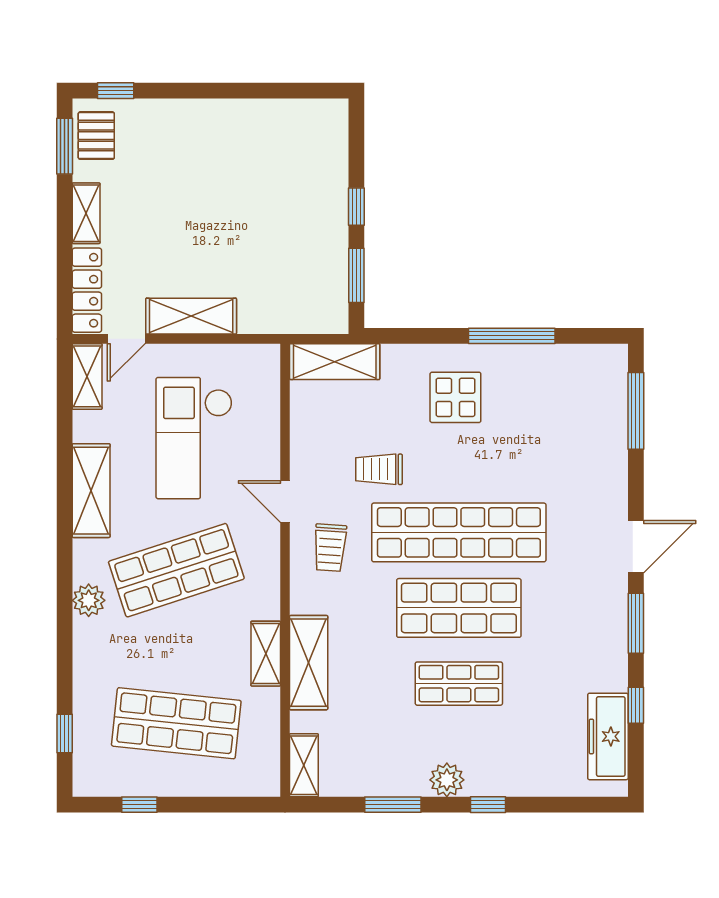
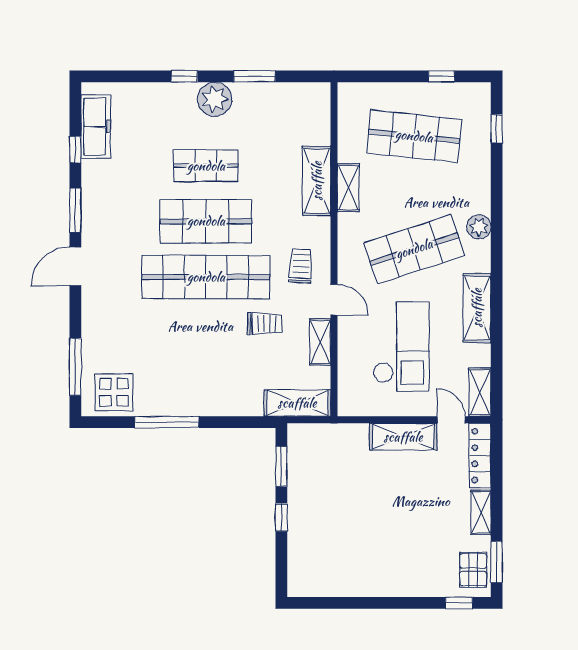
door: (126, 339) -> (451, 420), hinge flipped
display table: (455, 397) -> (114, 392), moved
shelving: (304, 765) -> (320, 342), moved
plant: (447, 780) -> (215, 99), width x1.36, depth x1.36

